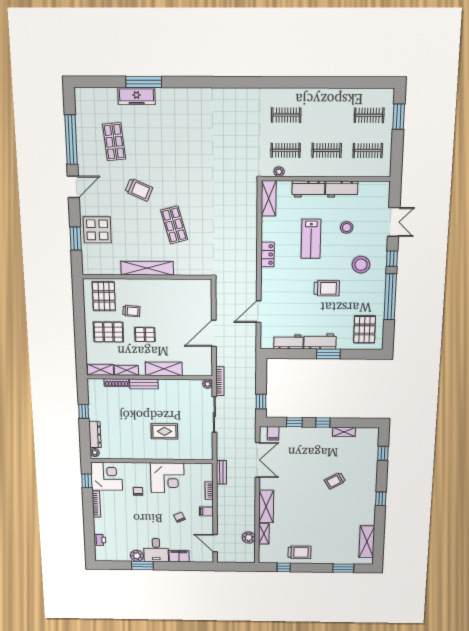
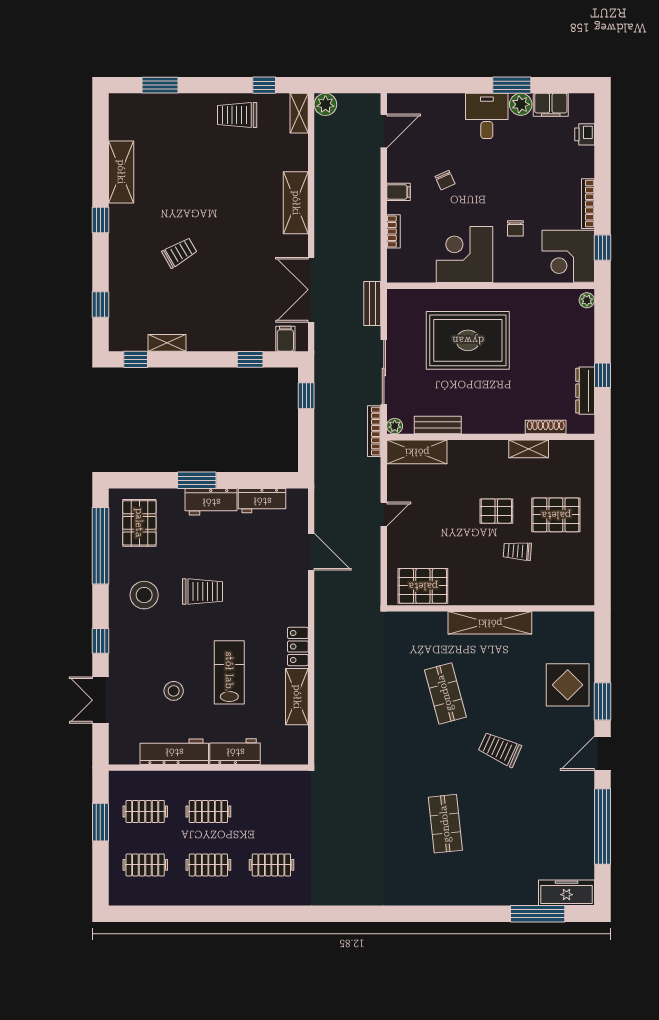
window: (144, 82) -> (538, 914), moved
freezer: (137, 96) -> (566, 893), moved
window: (399, 117) -> (100, 822), moved
shop shelf: (114, 142) -> (445, 824), moved
clothes rail: (286, 150) -> (208, 865), moved
plant: (279, 172) -> (281, 778), removed
workbench: (342, 189) -> (174, 752), width x1.38
shelving: (269, 198) -> (297, 697), moved
window: (76, 239) -> (603, 701), moved
stool: (361, 265) -> (144, 595), moved
trolley: (327, 288) -> (202, 591), turned 180
pallet: (104, 296) -> (423, 586), moved, turned 90
window: (390, 297) -> (100, 546), moved
door: (259, 312) -> (311, 552), hinge flipped
door: (214, 333) -> (384, 514), width x0.53
shelving: (164, 369) -> (417, 452), moved
shelving: (101, 370) -> (571, 450), removed
bench: (144, 384) -> (438, 425), moved
window: (323, 422) -> (136, 359), moved
rug: (164, 431) -> (468, 340), width x1.86, depth x2.06
dresser: (95, 435) -> (585, 391), moved
bench: (221, 472) -> (372, 304), moved
shelving: (264, 534) -> (299, 113), moved
plant: (249, 538) -> (325, 104), moved
shelving: (367, 542) -> (121, 172), moved
door: (215, 543) -> (384, 131), hinge flipped
filing cabinet: (179, 556) -> (551, 105), moved

